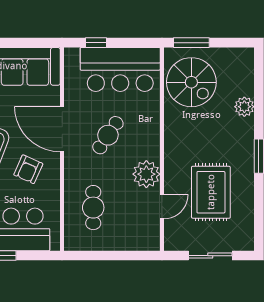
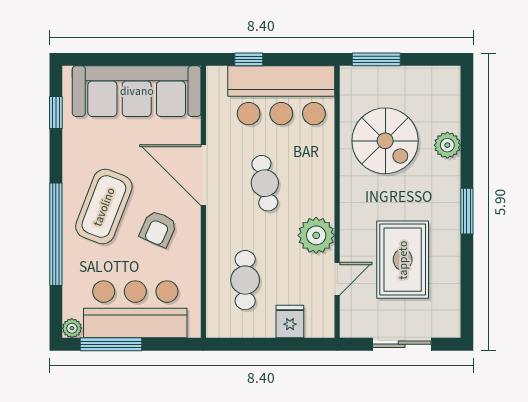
spiral stairs: (191, 82) -> (385, 141), moved
cafe table: (108, 135) -> (265, 183), turned -44
fridge: (127, 239) -> (290, 322), added

